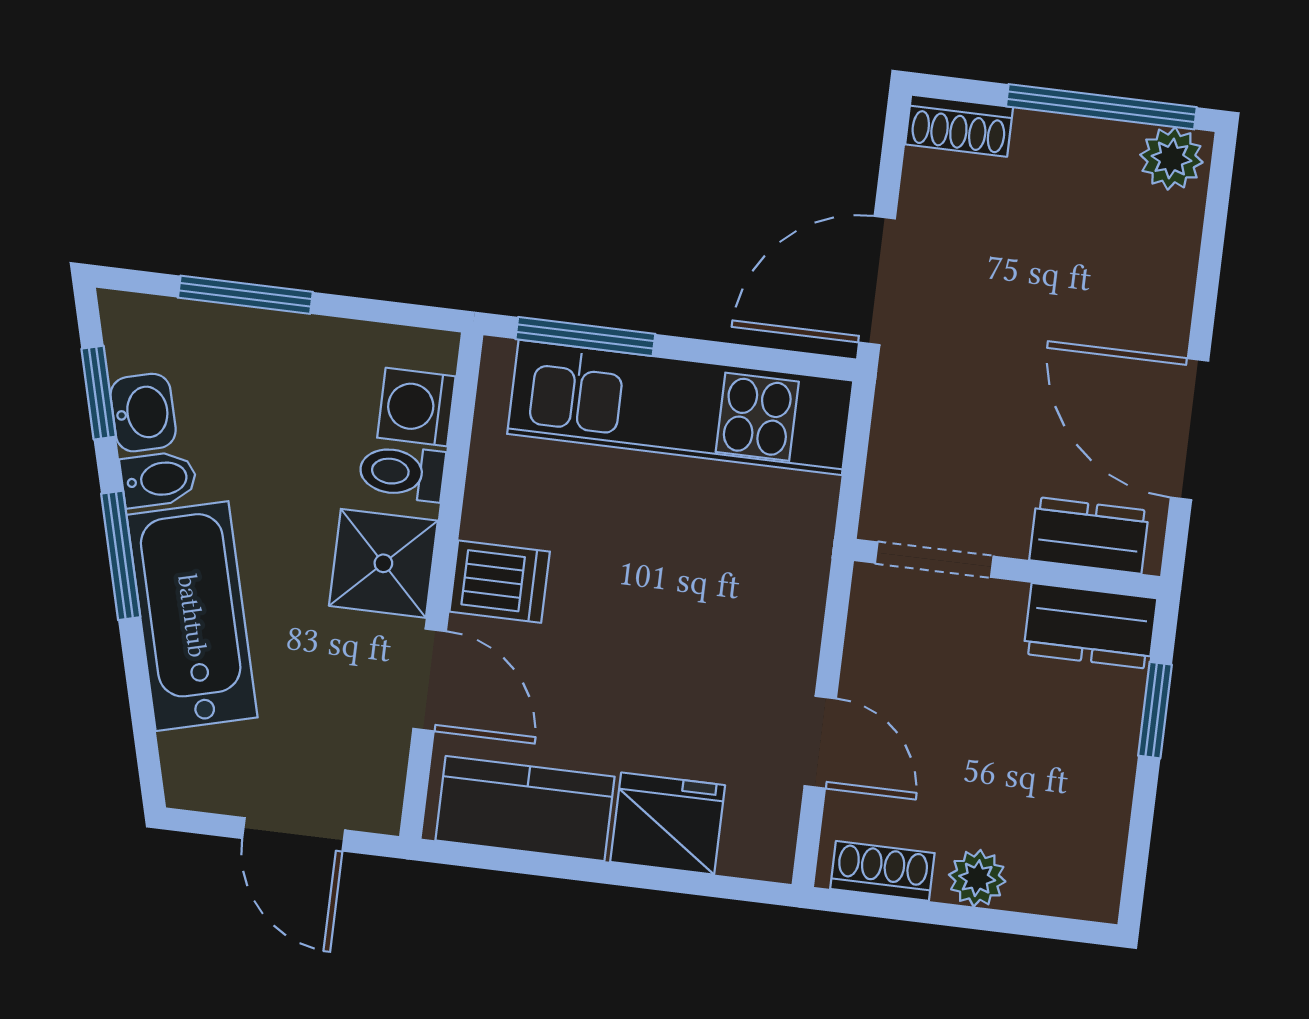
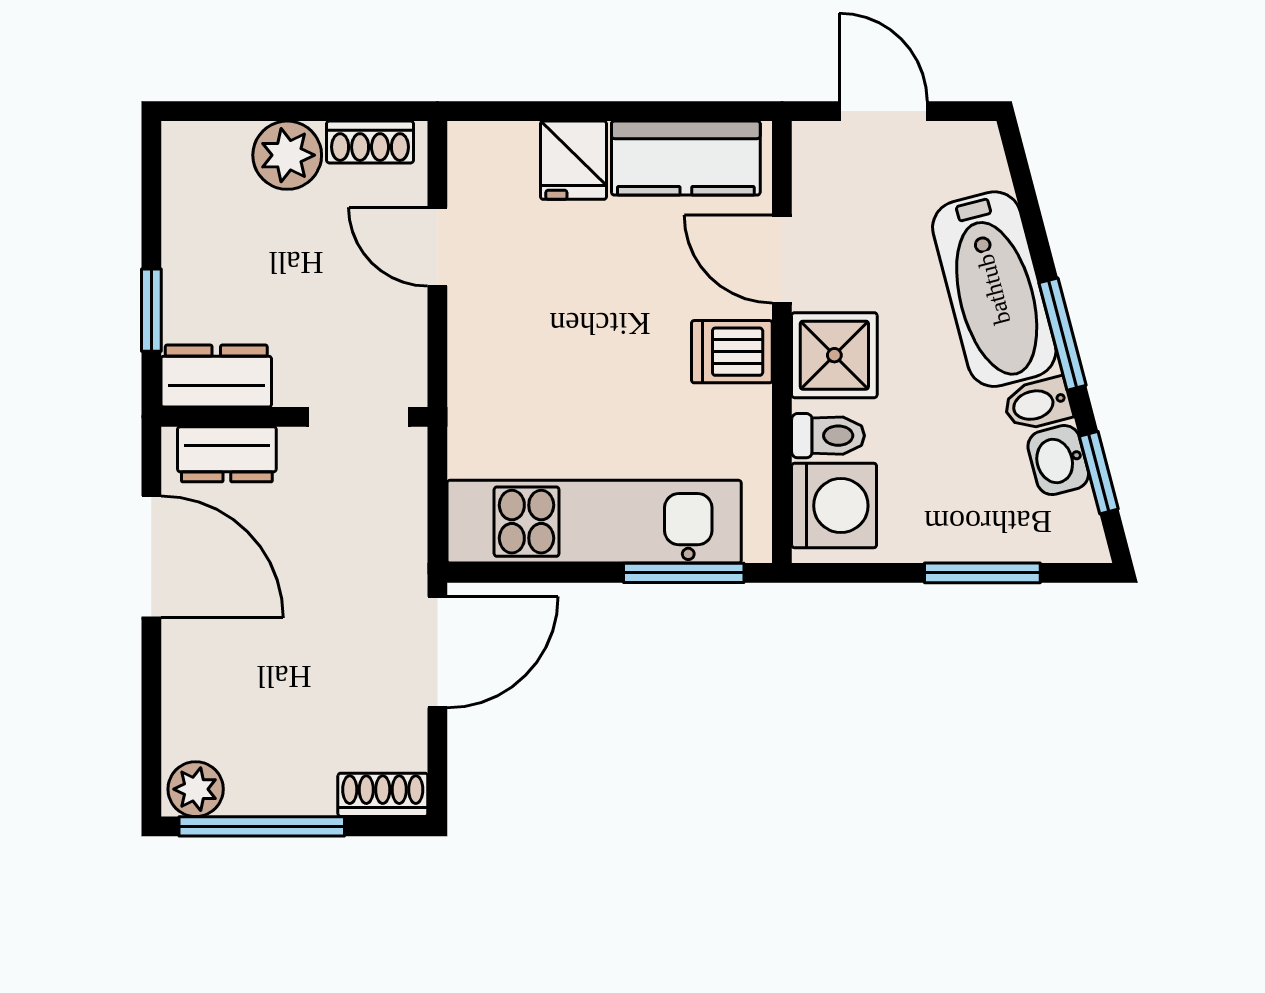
washing machine: (416, 407) -> (834, 506), width x1.38, depth x1.38
fridge: (668, 824) -> (573, 160), width x0.72
plant: (977, 878) -> (287, 155), width x1.38, depth x1.38

